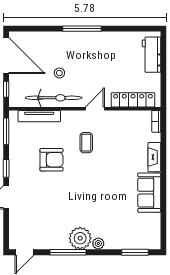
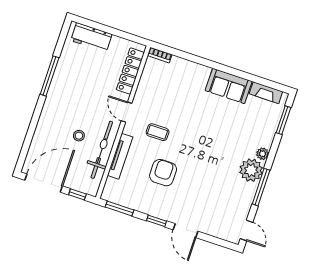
window: (82, 29) -> (50, 76), moved
tv unit: (39, 116) -> (120, 156), moved
fireplace: (154, 157) -> (266, 93), moved

